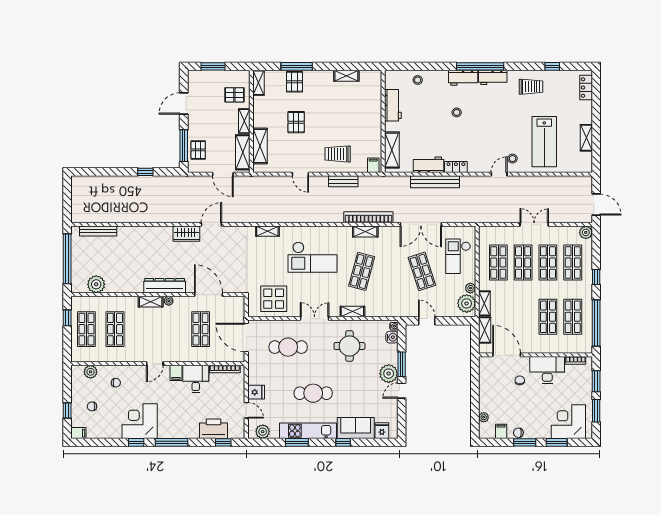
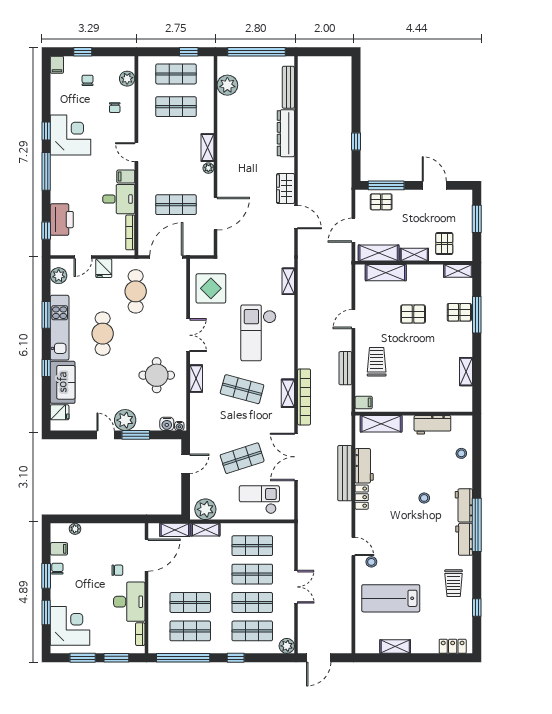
dresser: (165, 286) -> (286, 133), moved, turned 180
plant: (470, 288) -> (223, 514), removed
cafe table: (288, 347) -> (136, 291), moved

